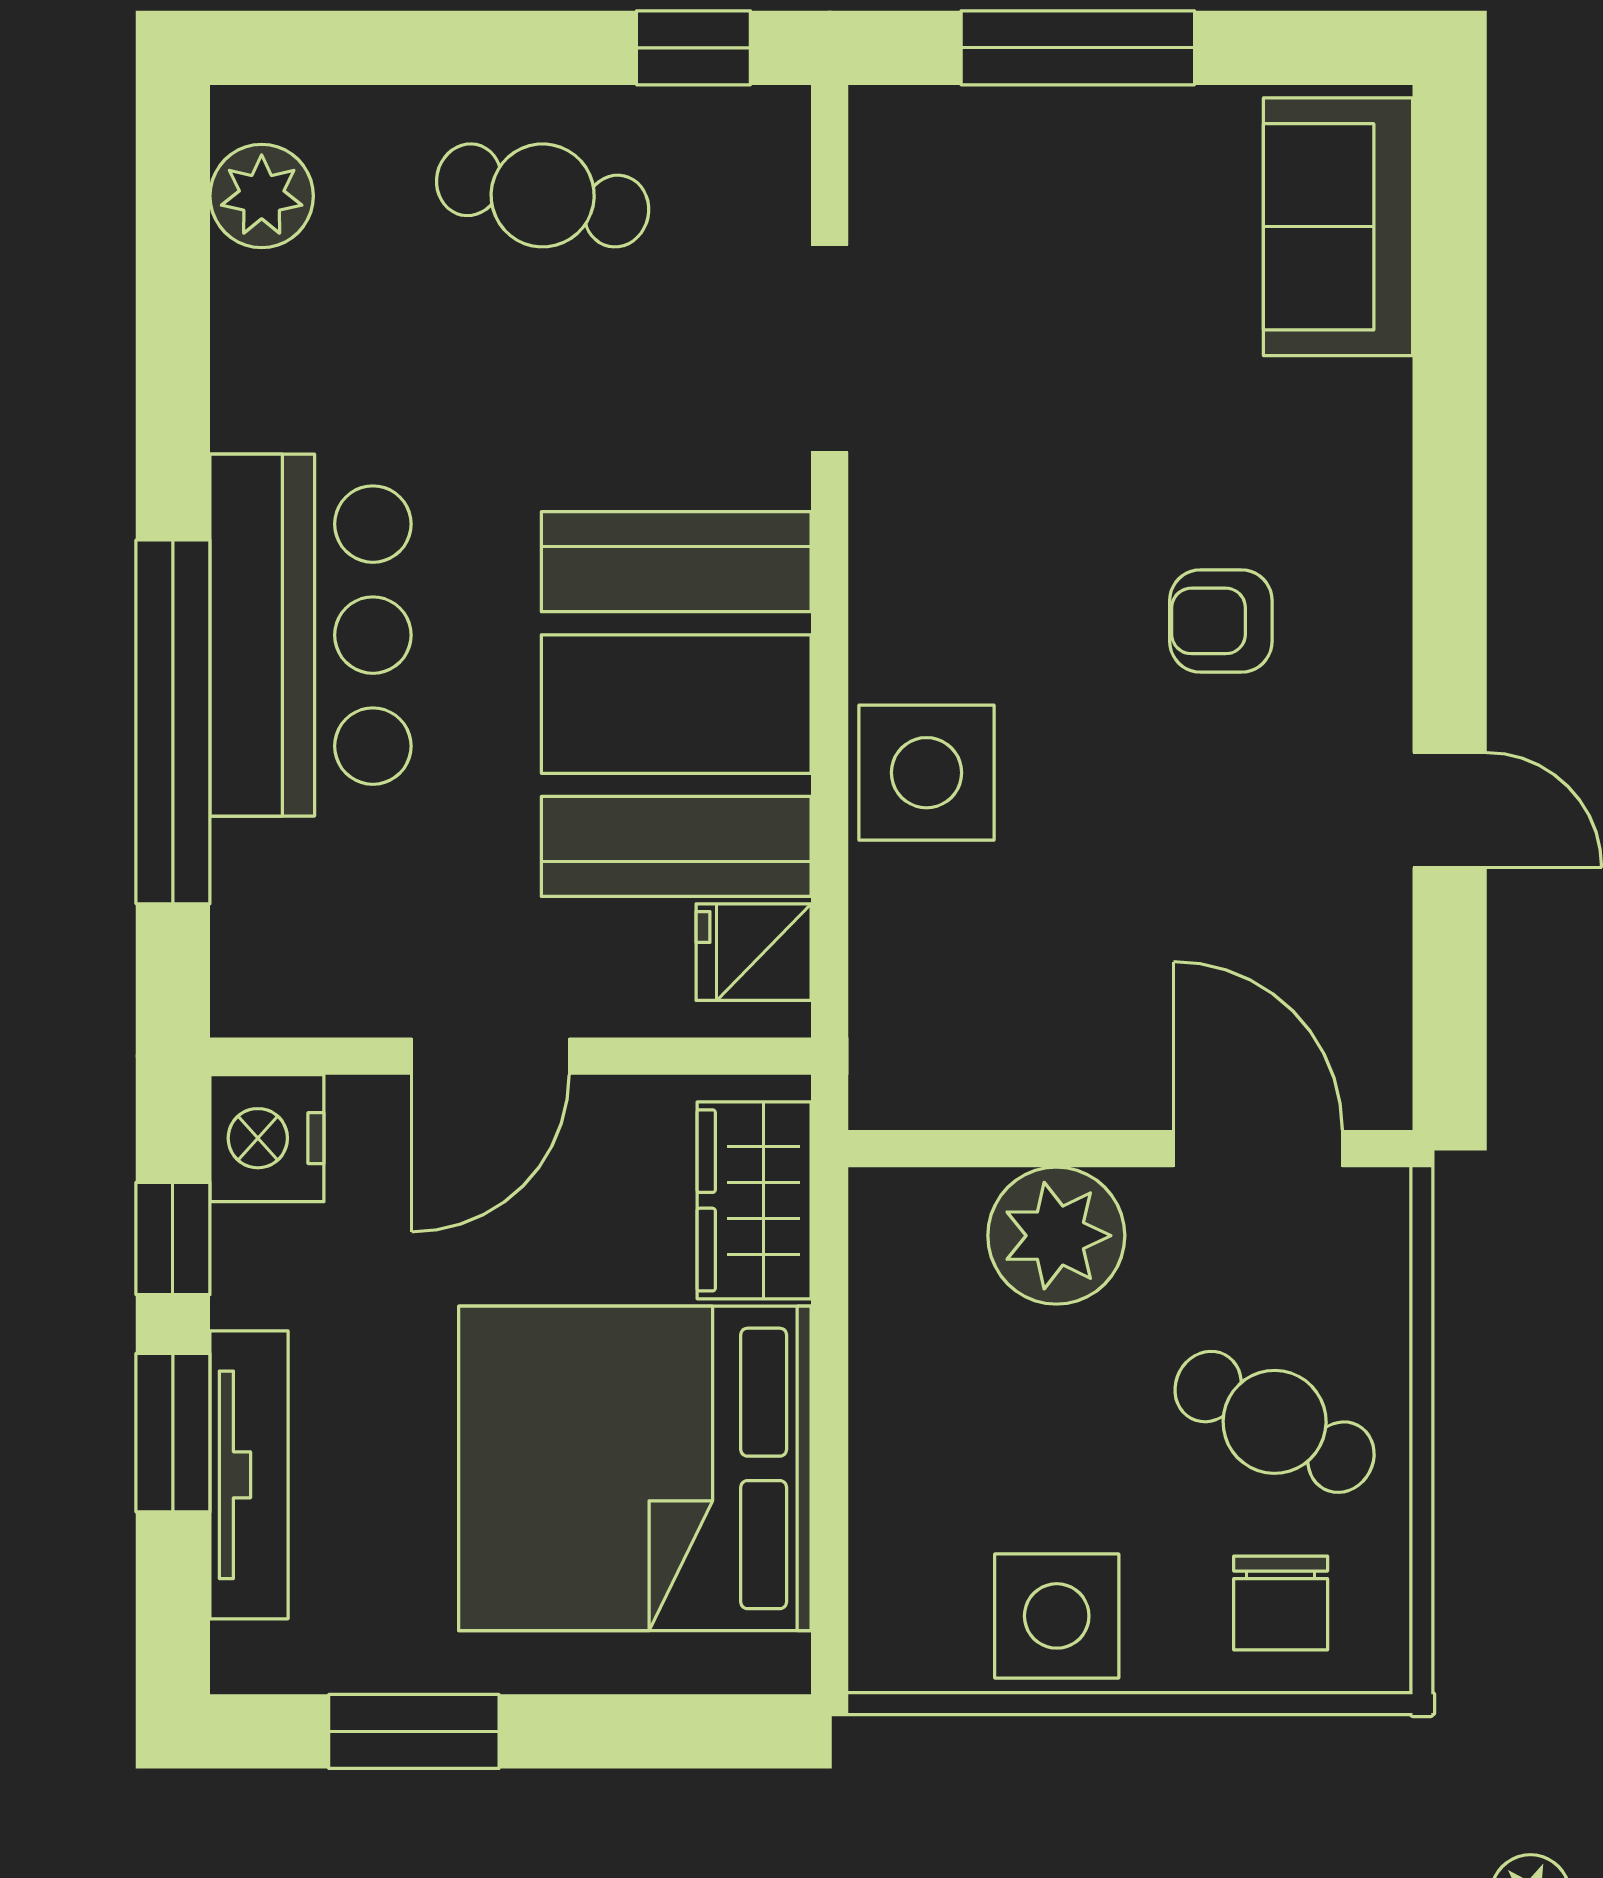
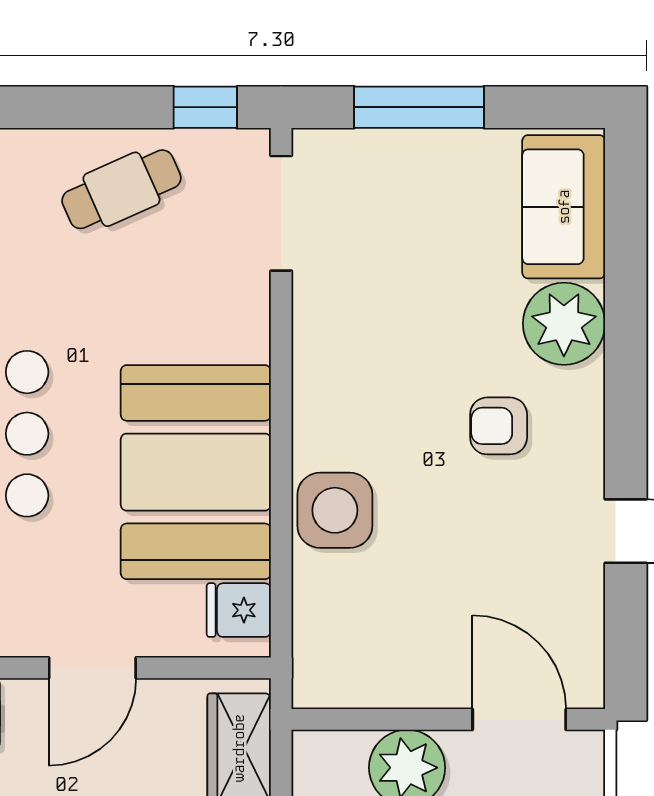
cafe table: (543, 195) -> (121, 189), turned -36
doorway: (830, 348) -> (281, 213), moved
plant: (1338, 437) -> (564, 324), added

